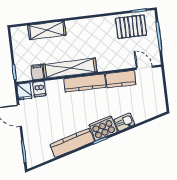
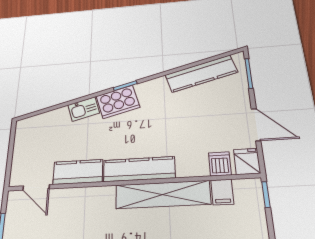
kitchen counter: (72, 143) -> (201, 74), moved

